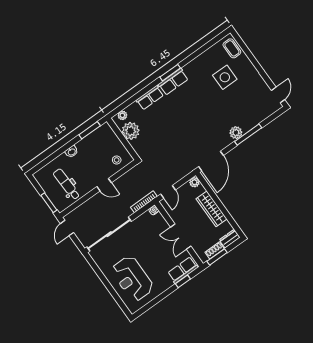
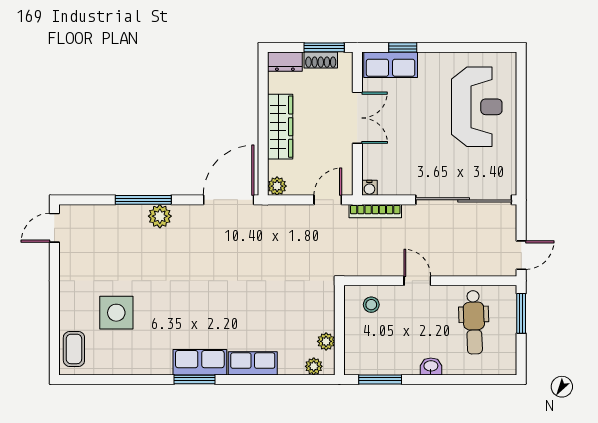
plant: (131, 131) -> (326, 341), width x0.53, depth x0.53

